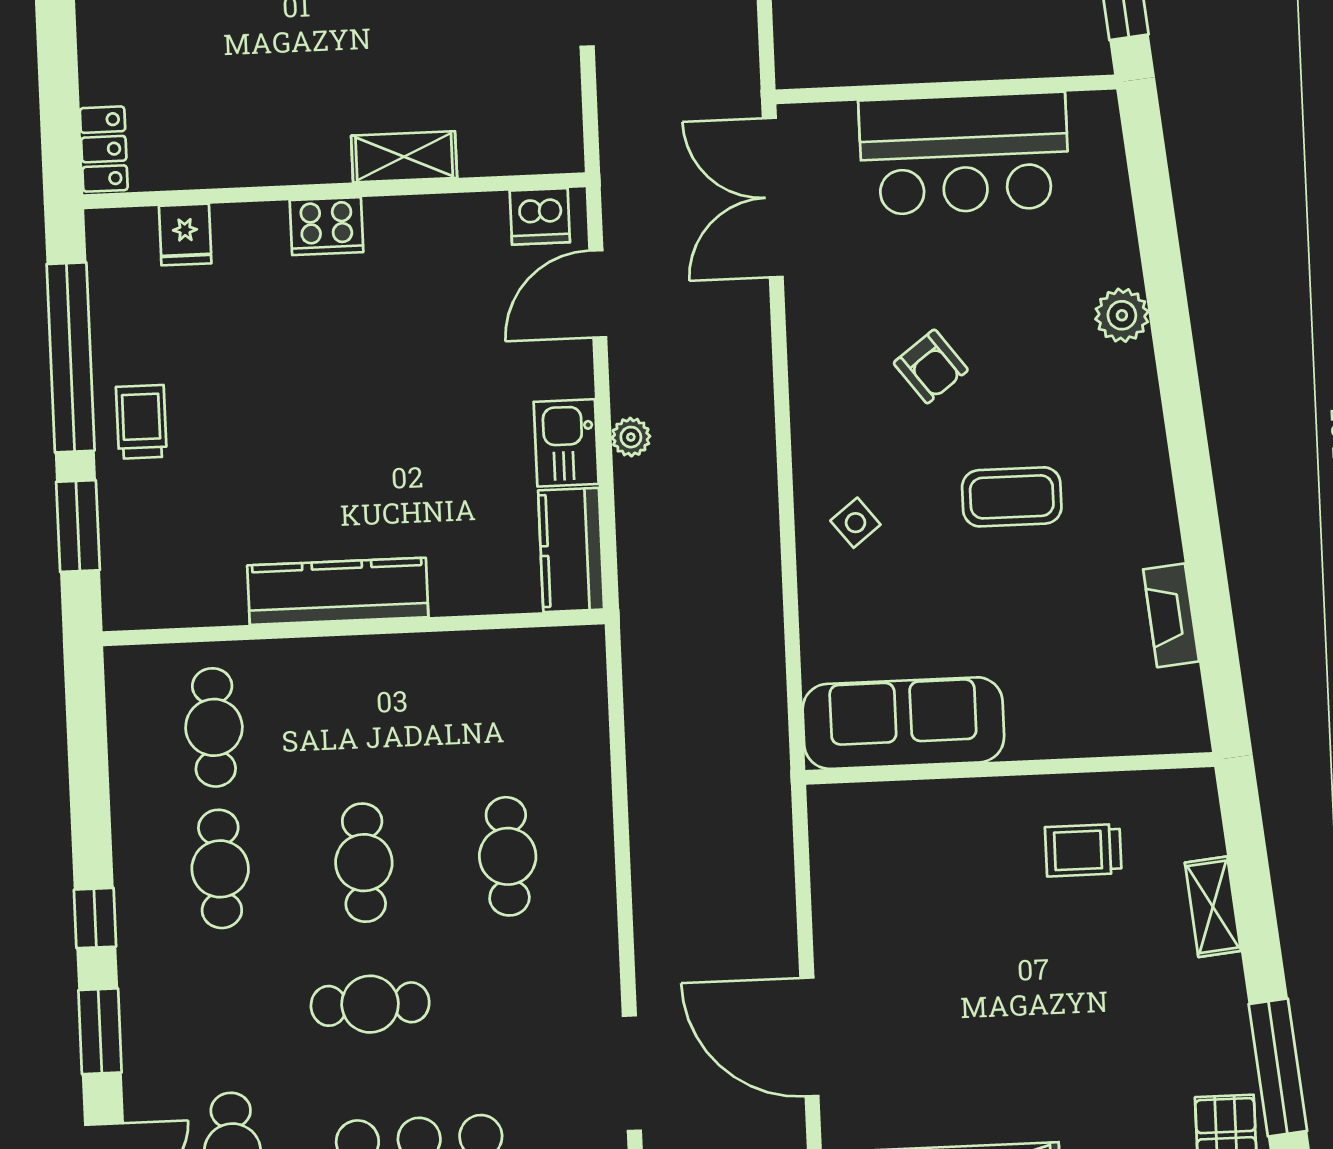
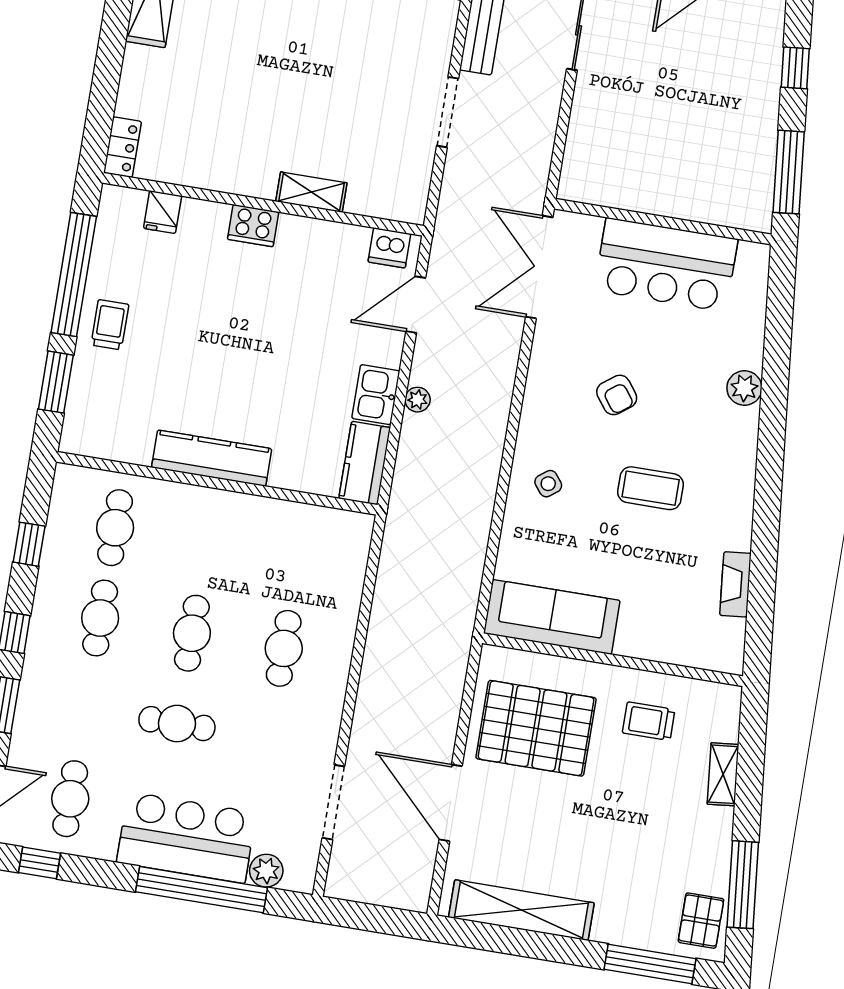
window: (89, 780) -> (29, 544), added
pallet: (915, 897) -> (536, 728), added

